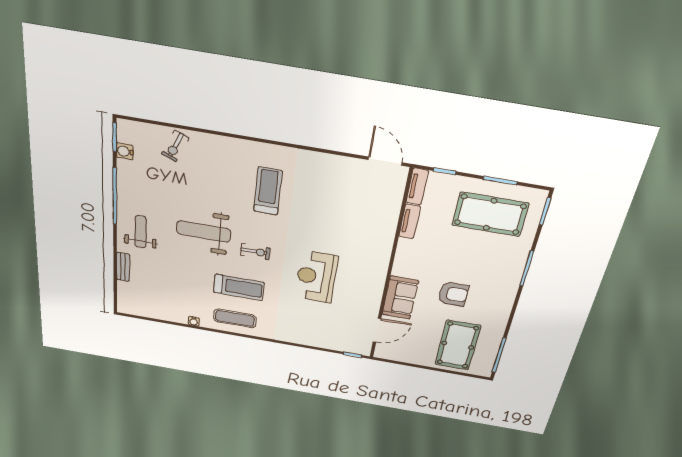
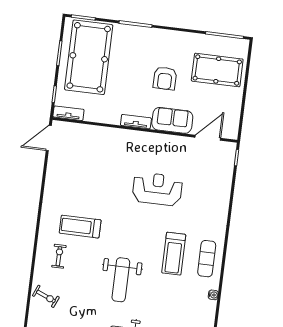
pool table: (490, 214) -> (89, 57), width x1.36, depth x1.32
tv unit: (410, 221) -> (136, 122), moved
exercise bike: (255, 252) -> (59, 256), moved
reception desk: (316, 277) -> (157, 189), turned 180
treadmill: (239, 287) -> (174, 254), turned 180
armchair: (453, 294) -> (165, 78), turned 180
door: (377, 330) -> (208, 138), hinge flipped

